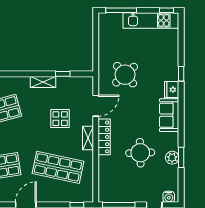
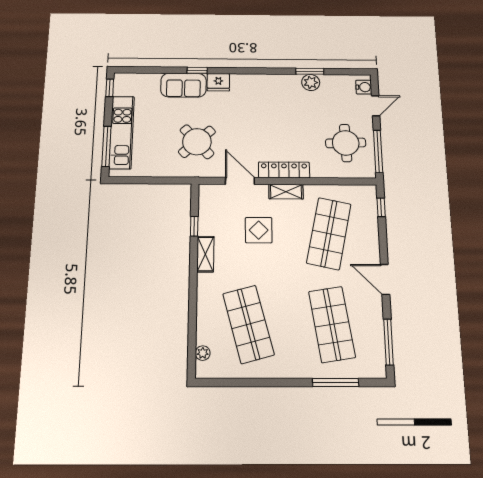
kitchen unit: (151, 20) -> (122, 132), moved
sofa: (169, 115) -> (183, 85), moved
round table: (140, 153) -> (346, 143), moved

